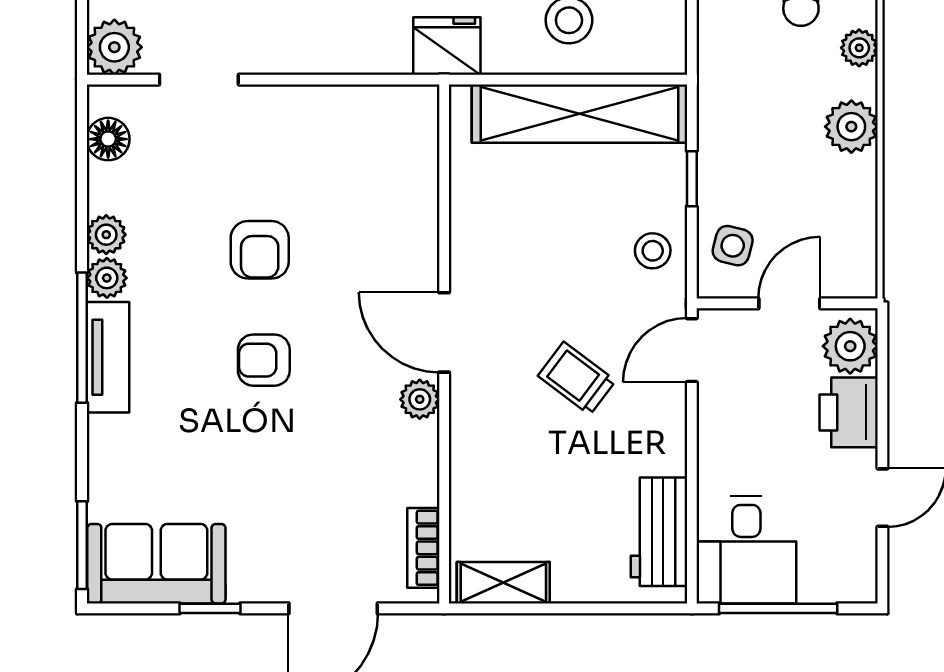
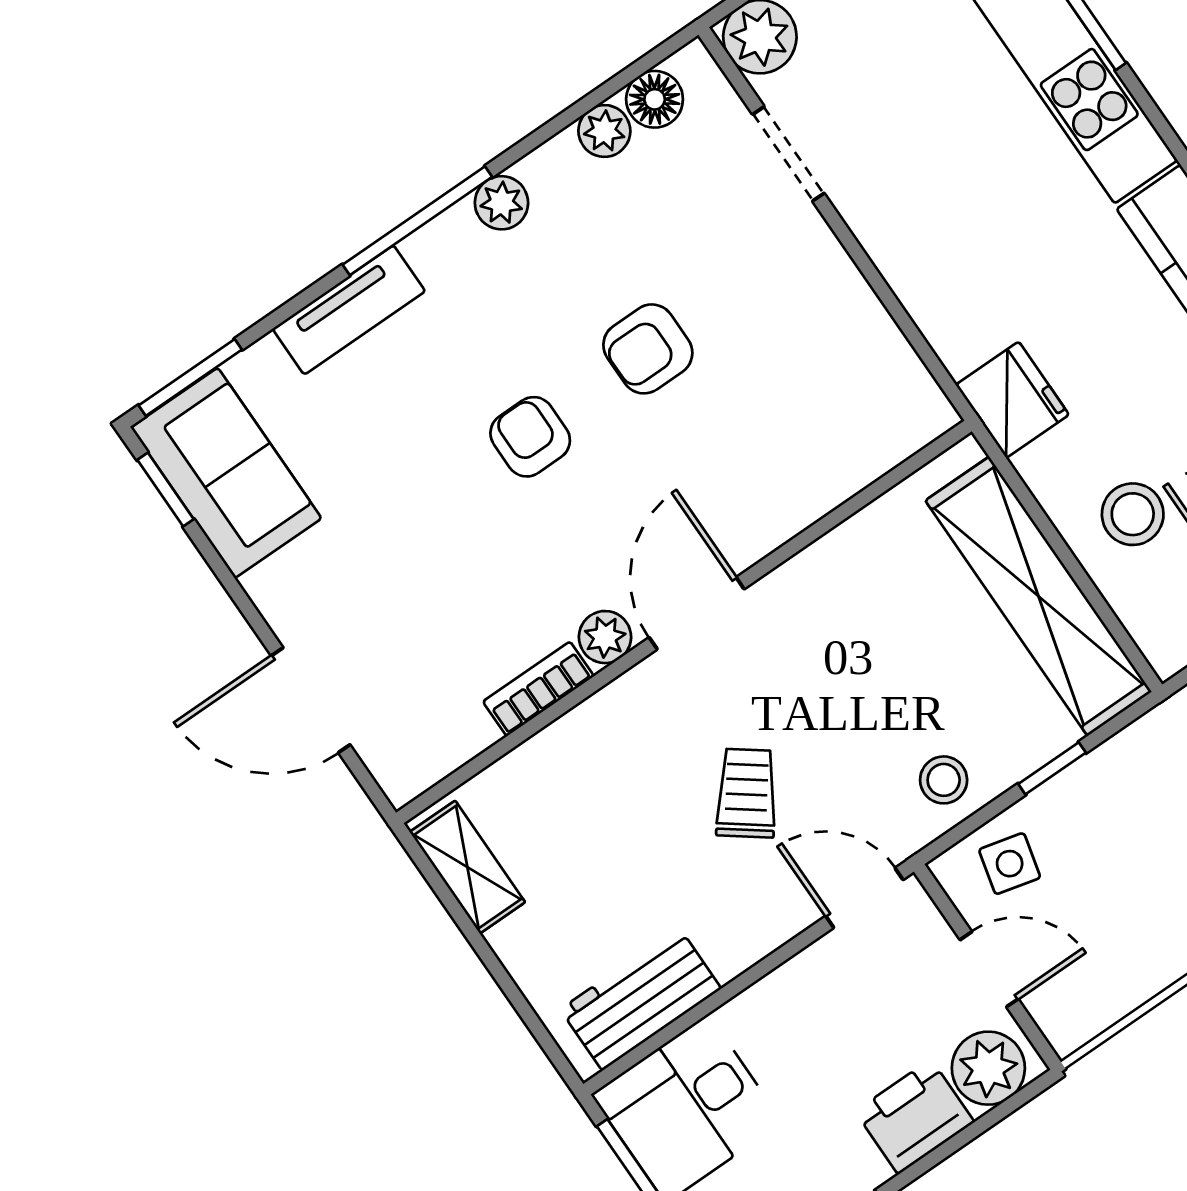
plant: (106, 235) -> (604, 131), moved
tv unit: (108, 357) -> (349, 310), moved
bookcase: (423, 548) -> (538, 689), moved
window: (210, 608) -> (165, 490), moved

